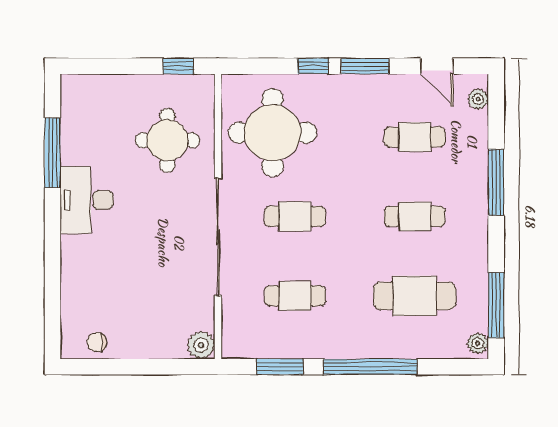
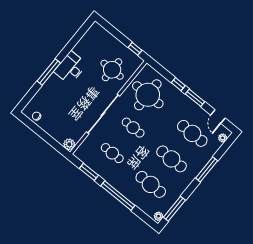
cafe table: (415, 137) -> (192, 133), width x1.37, depth x1.35
window: (52, 153) -> (49, 72), moved
cafe table: (415, 216) -> (171, 159), width x1.37, depth x1.35

